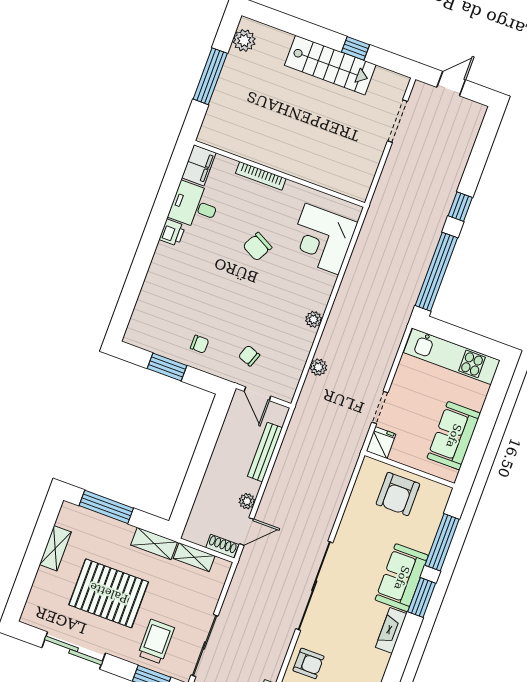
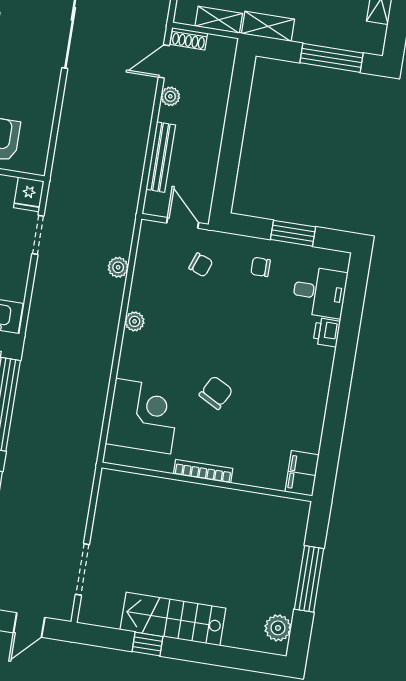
bookcase: (261, 176) -> (203, 471), moved
desk: (194, 206) -> (319, 292), moved
printer: (172, 233) -> (327, 332), moved

